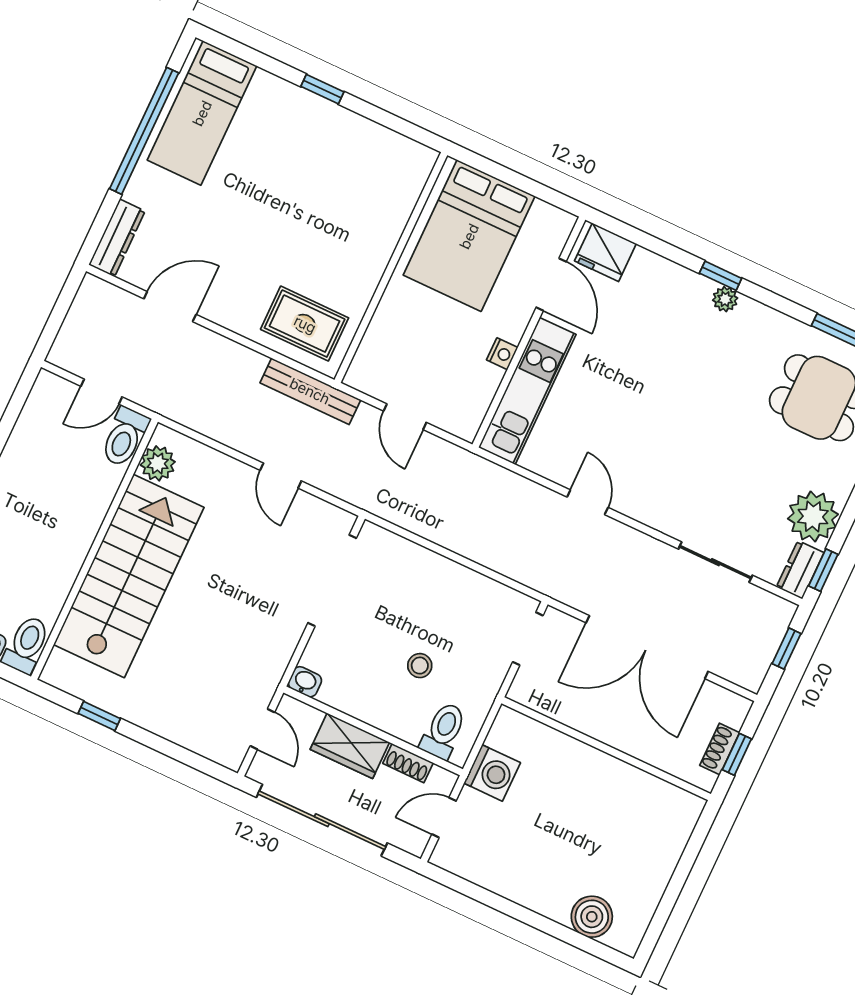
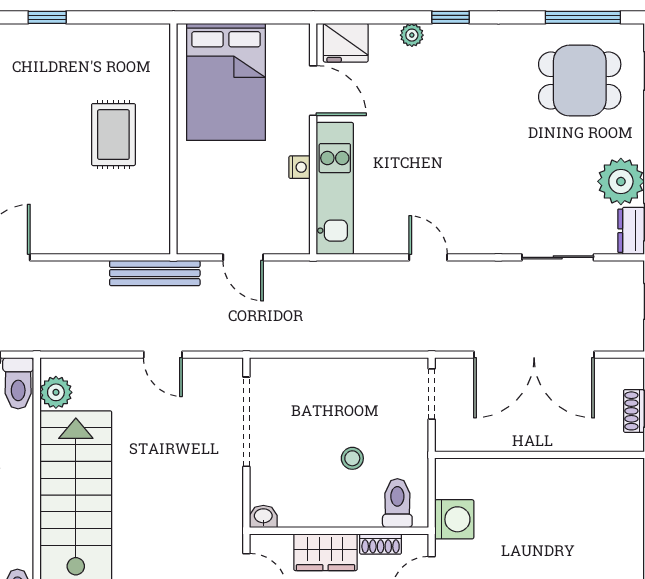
plant: (725, 299) -> (412, 35), moved
rug: (305, 324) -> (113, 135), moved, turned 90

